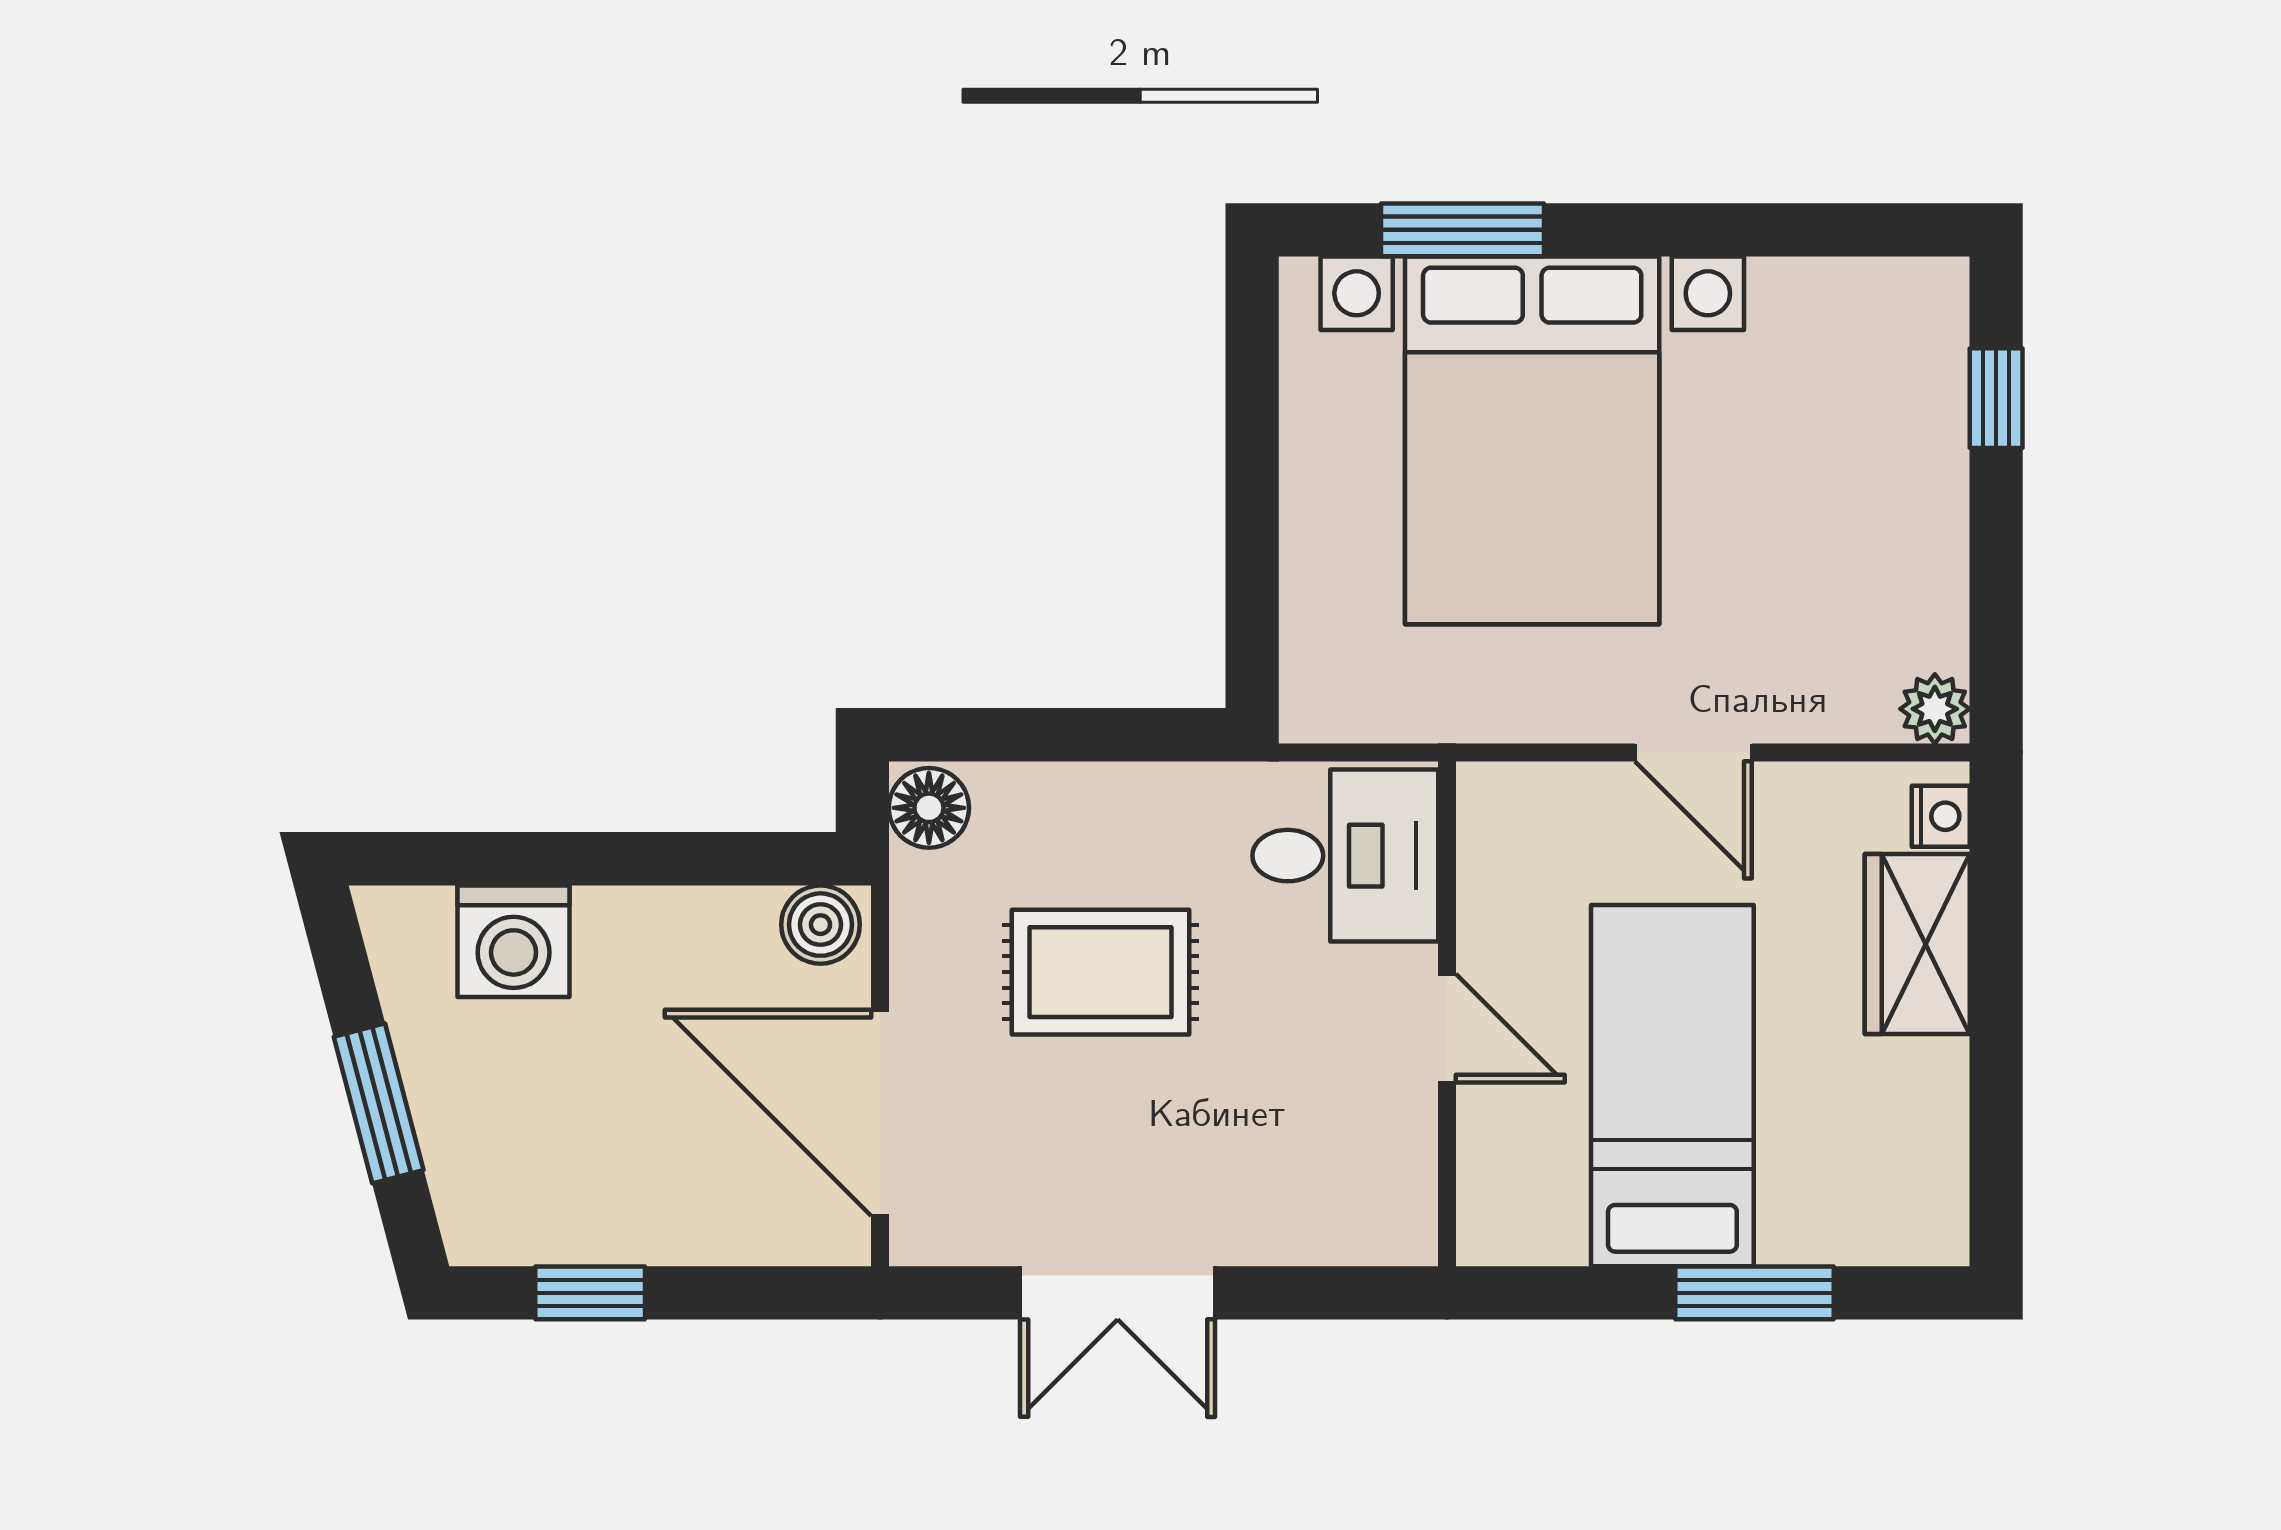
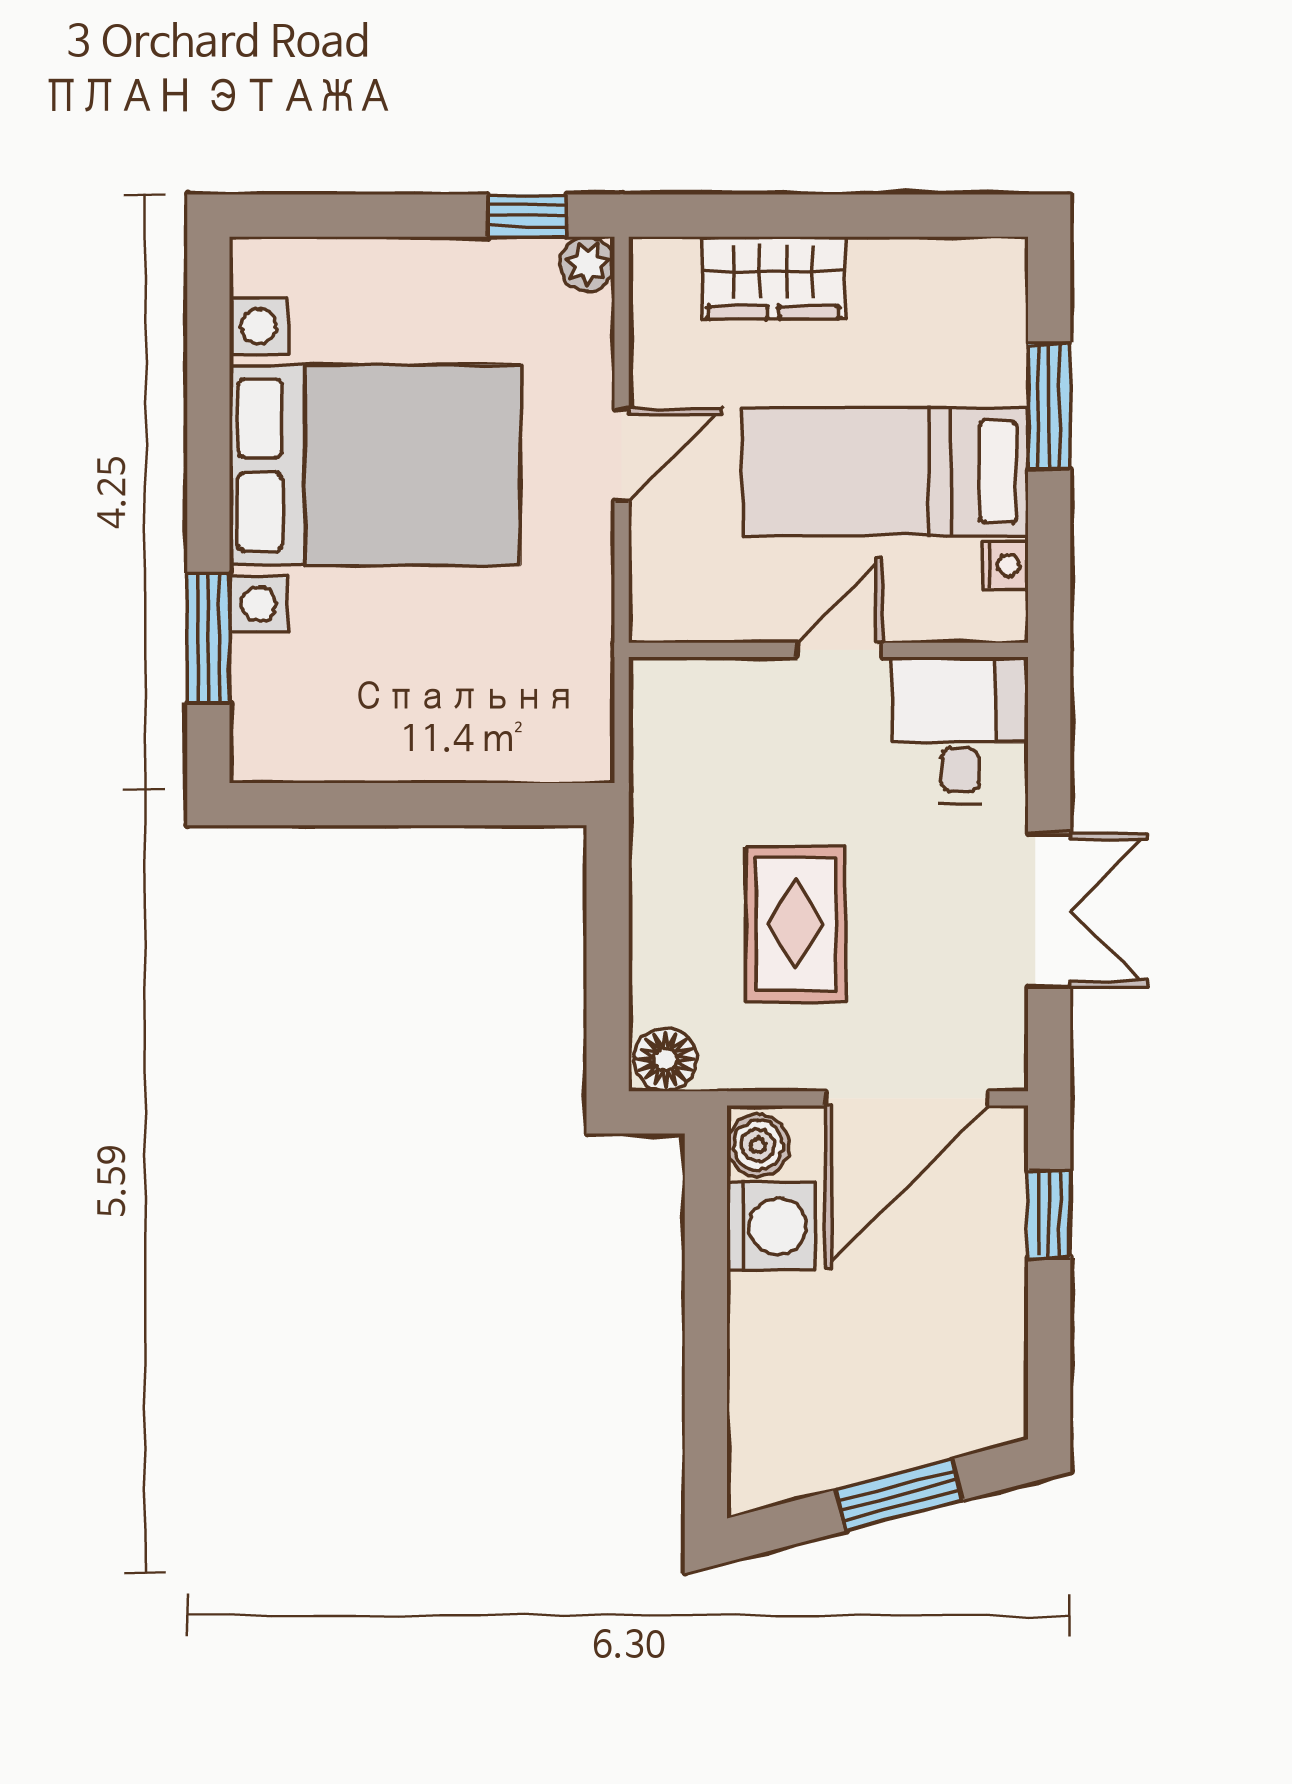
window: (1996, 398) -> (527, 216), moved
bed with nightstands: (1532, 440) -> (375, 465), moved
nightstand: (1941, 816) -> (1005, 566), moved, turned 90
desk: (1345, 856) -> (960, 730), moved
washing machine: (514, 941) -> (771, 1226), moved
window: (590, 1293) -> (1049, 1214), moved

